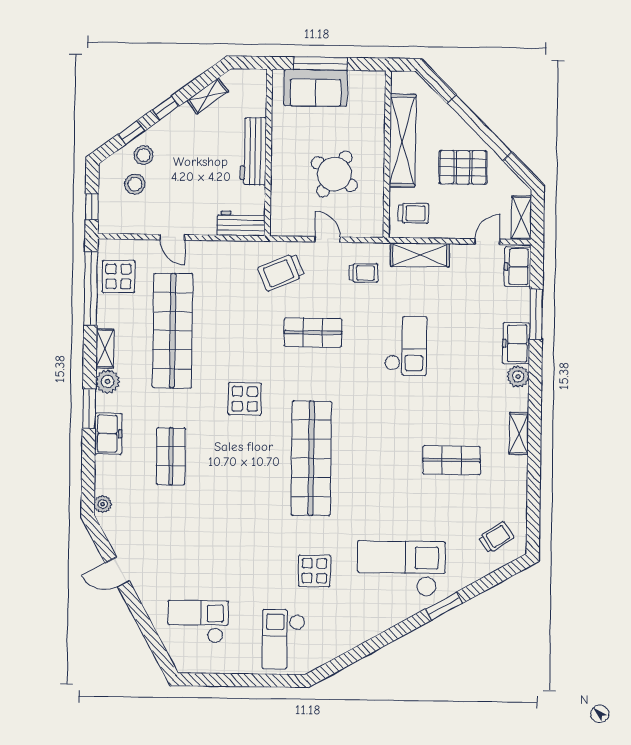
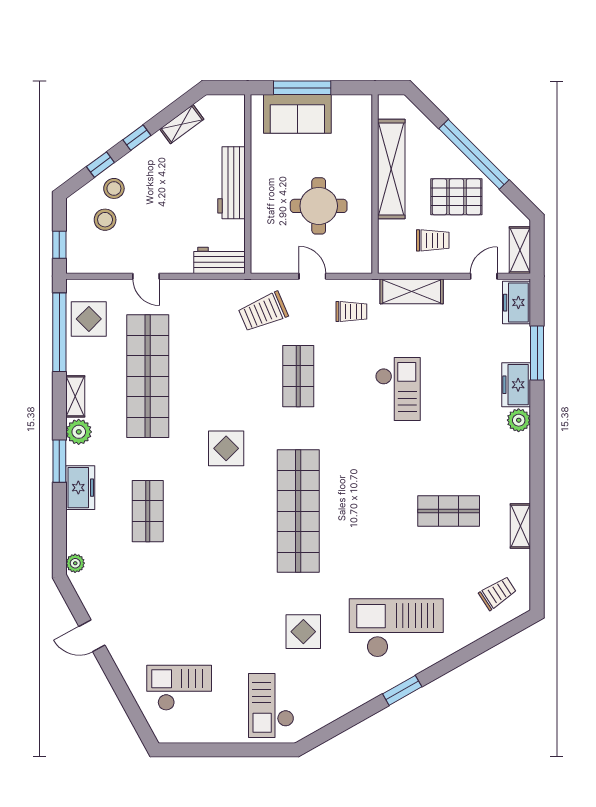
round table: (334, 174) -> (319, 206), turned -33
trolley: (413, 213) -> (433, 240), moved
shop shelf: (313, 332) -> (298, 376), turned 90
shelving: (519, 433) -> (520, 526), moved
window: (444, 606) -> (402, 690), moved

